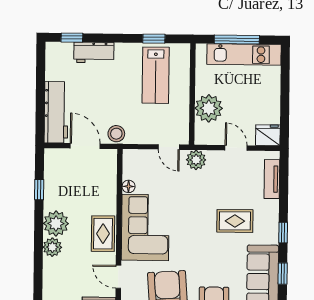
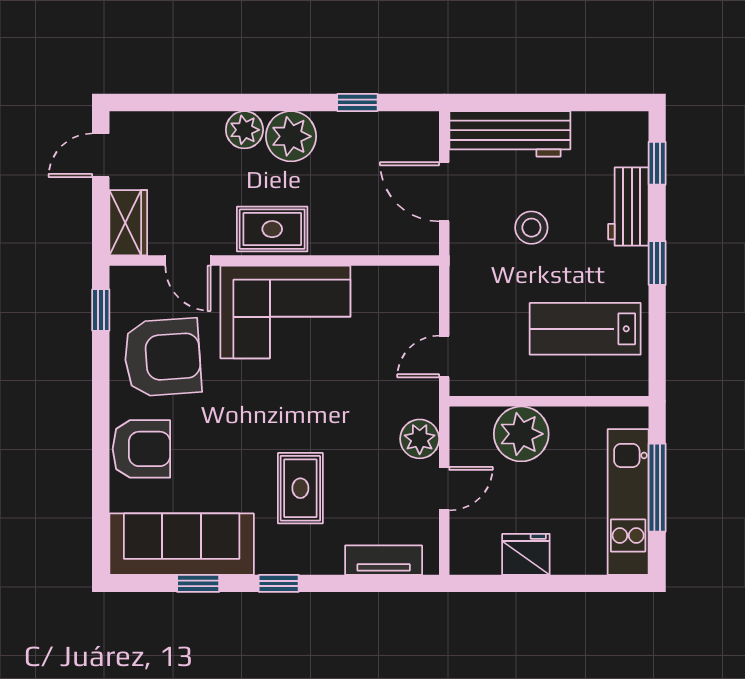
window: (154, 39) -> (657, 263), moved
stool: (116, 134) -> (531, 228), moved
fridge: (268, 135) -> (526, 554), moved, turned -90
door: (85, 146) -> (444, 192), swing flipped
plant: (196, 160) -> (420, 439), moved
floor lamp: (129, 186) -> (366, 278), removed
door: (118, 277) -> (188, 261), swing flipped

